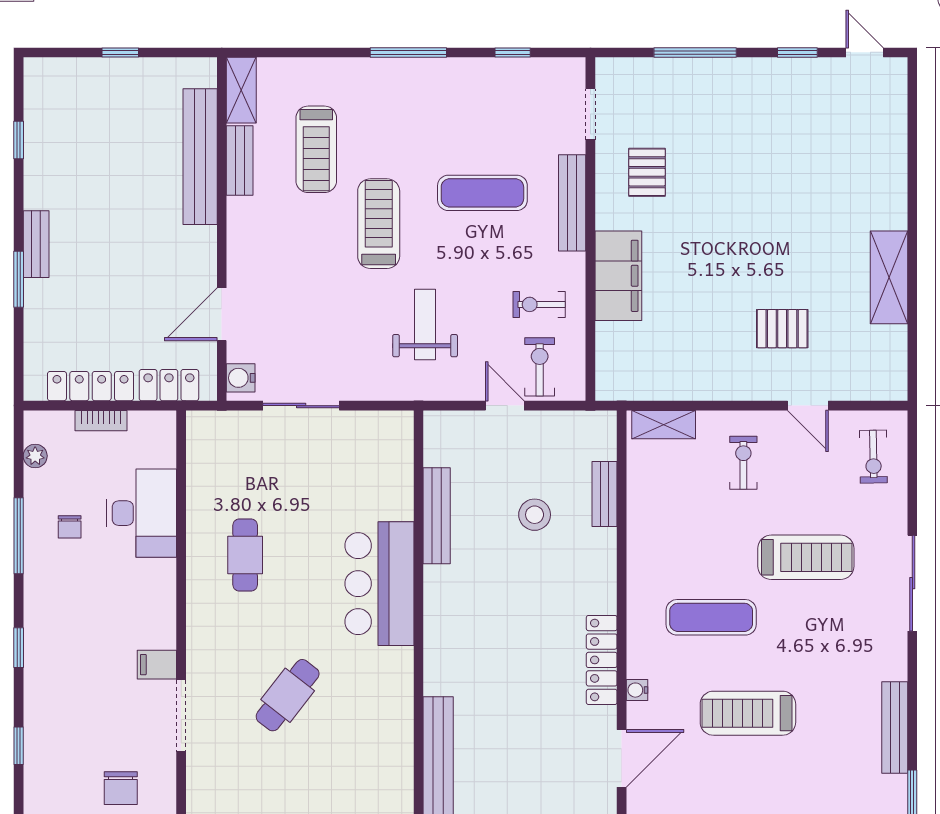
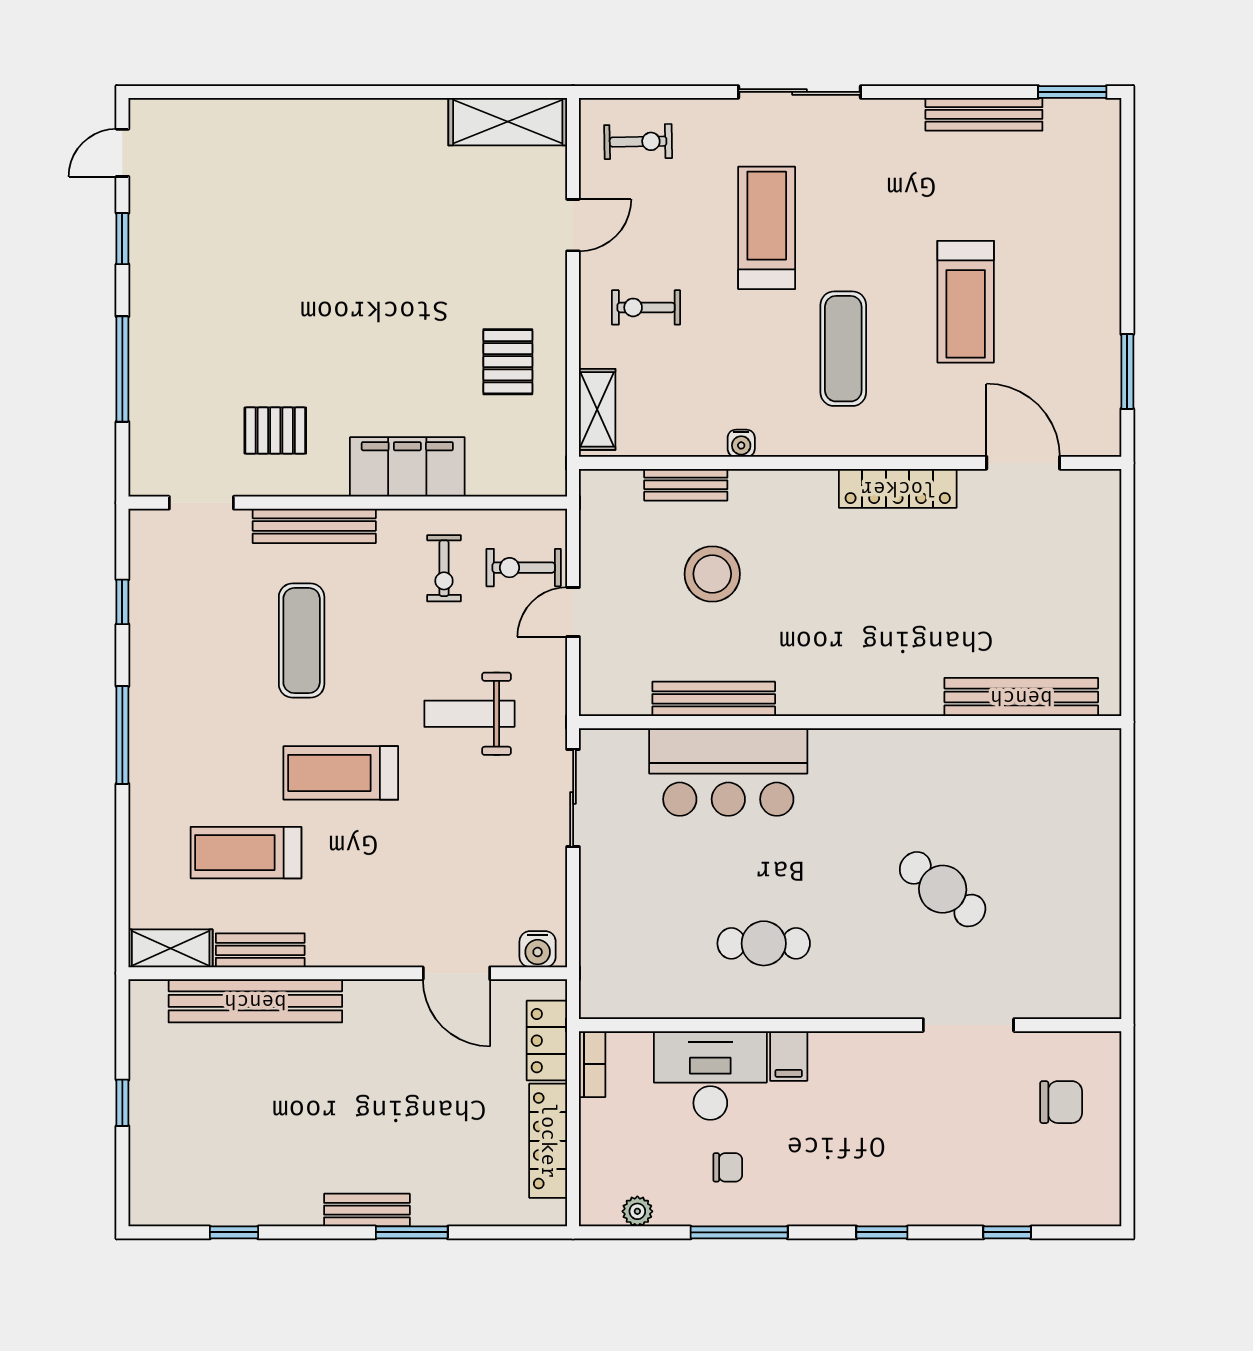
treadmill: (316, 149) -> (246, 853), turned 180
shelving: (889, 277) -> (508, 122), moved
pallet: (782, 329) -> (508, 362), moved
sliding door: (301, 406) -> (573, 798), moved
bookcase: (101, 421) -> (592, 1064), moved
stool: (535, 515) -> (712, 574), width x1.38, depth x1.38
bar counter: (379, 584) -> (728, 772), moved
filing cabinet: (157, 665) -> (789, 1056), moved
water cooler: (637, 690) -> (741, 443), moved

